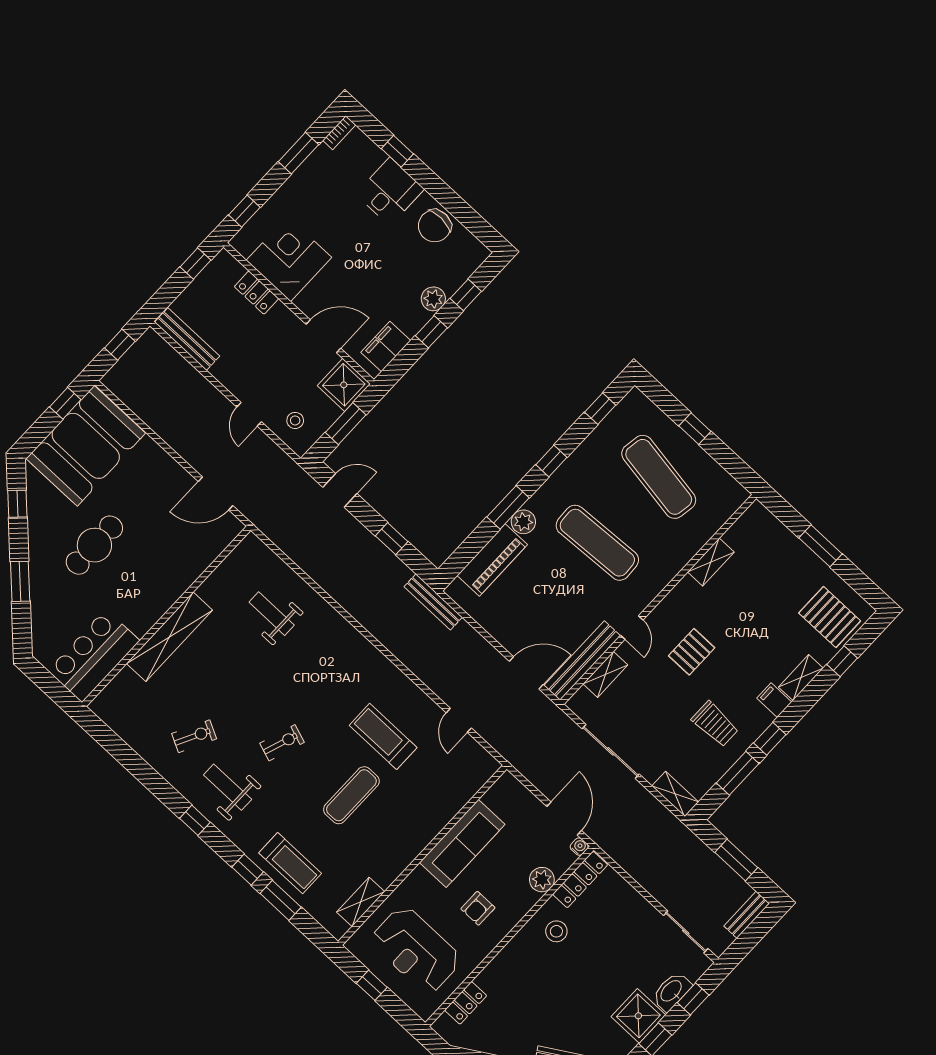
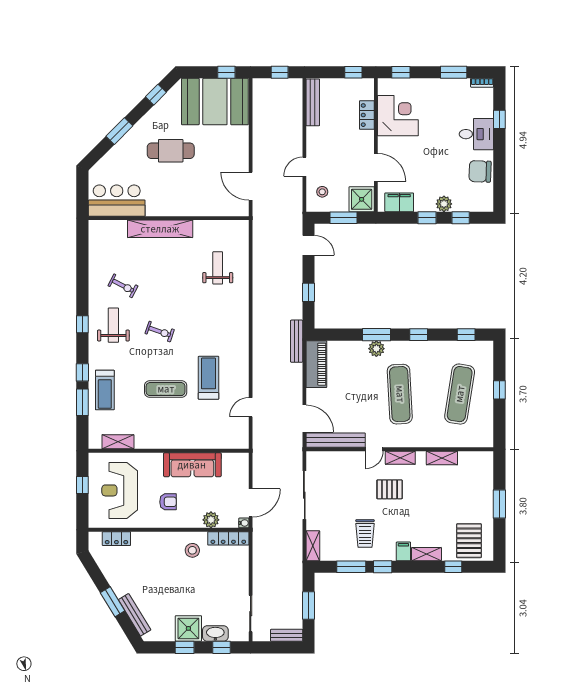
piano: (492, 560) -> (316, 364), moved, turned -90
shelving: (605, 674) -> (400, 458), moved
armchair: (478, 908) -> (168, 502), turned 180

